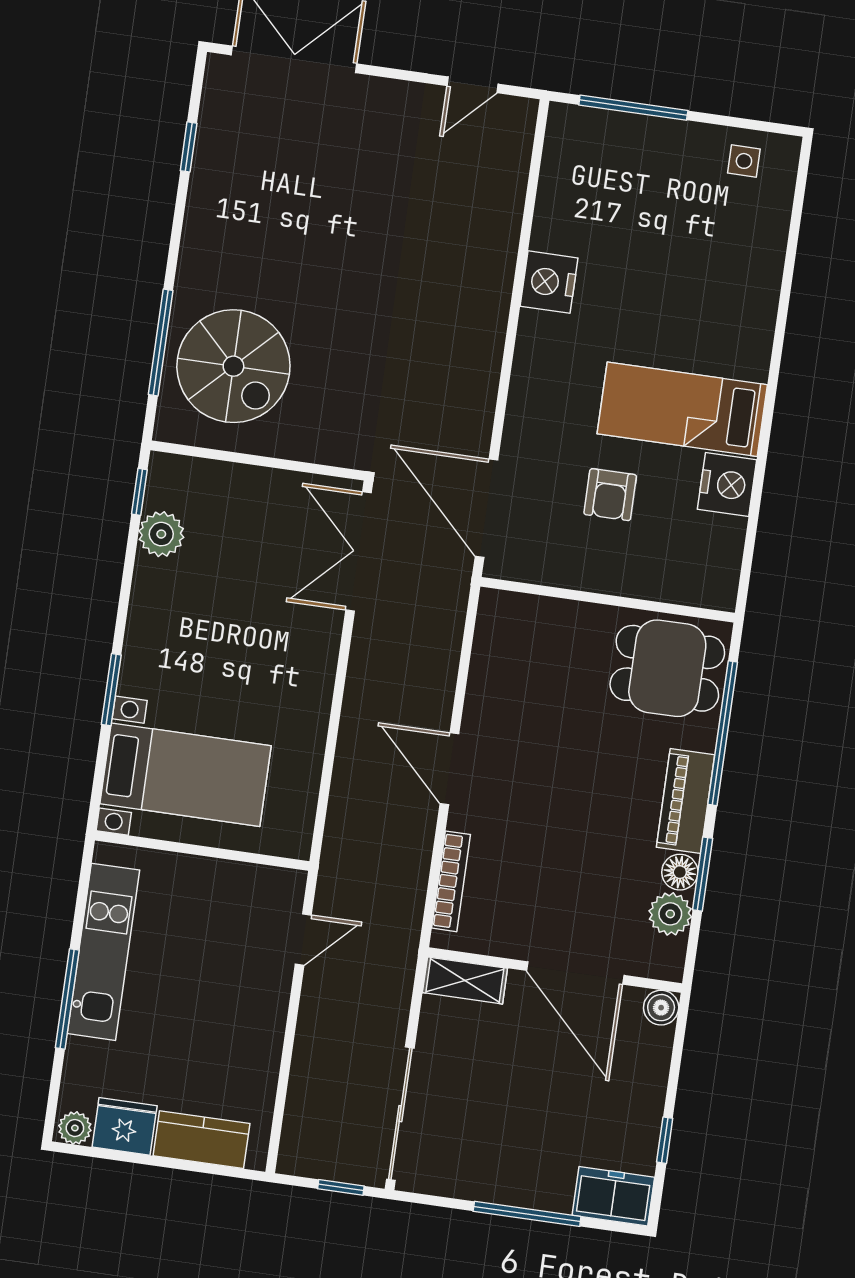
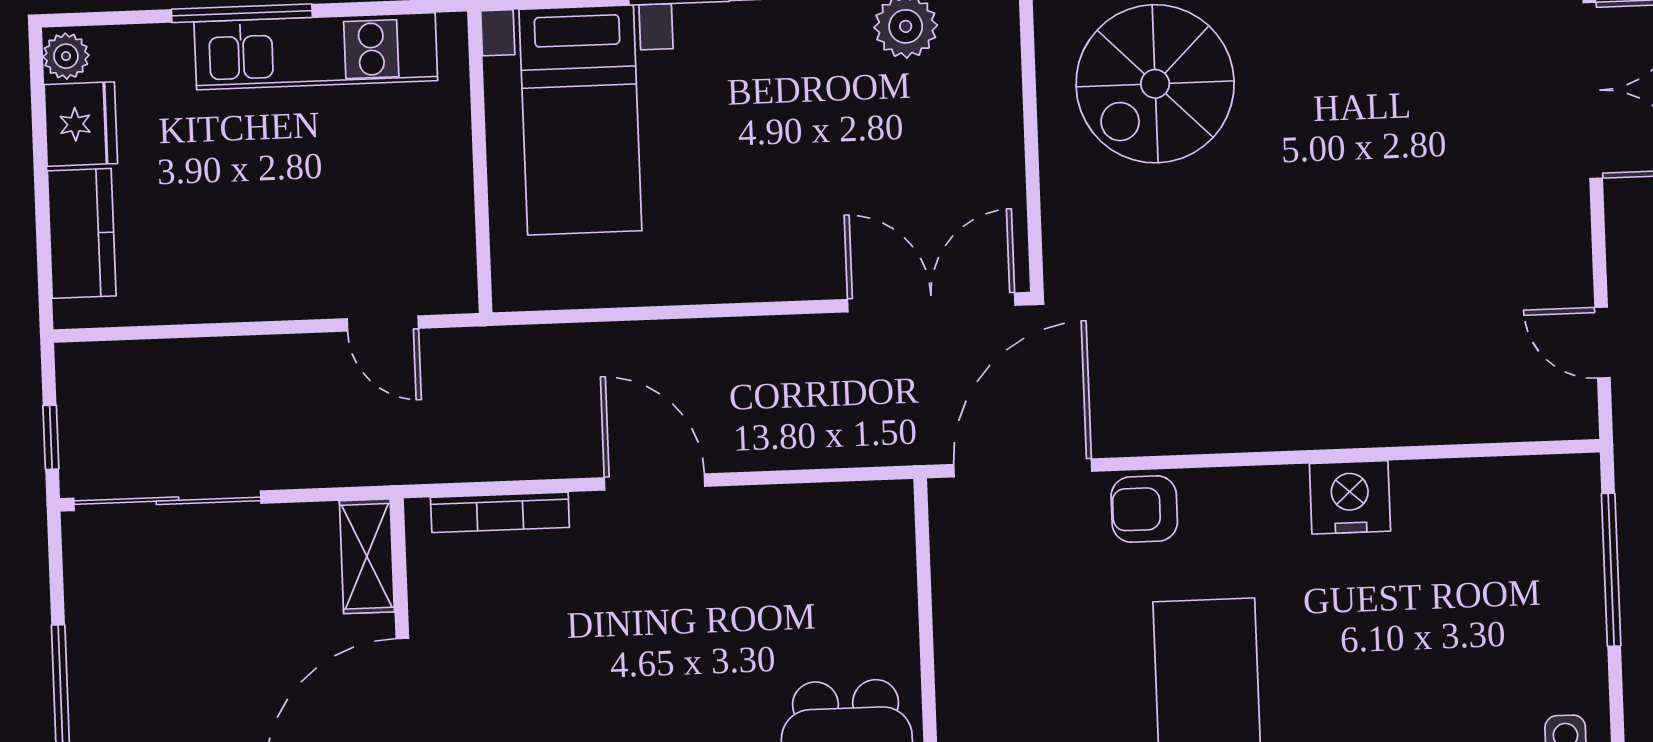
armchair: (610, 495) -> (1144, 509), moved
door: (449, 769) -> (655, 482), hinge flipped

